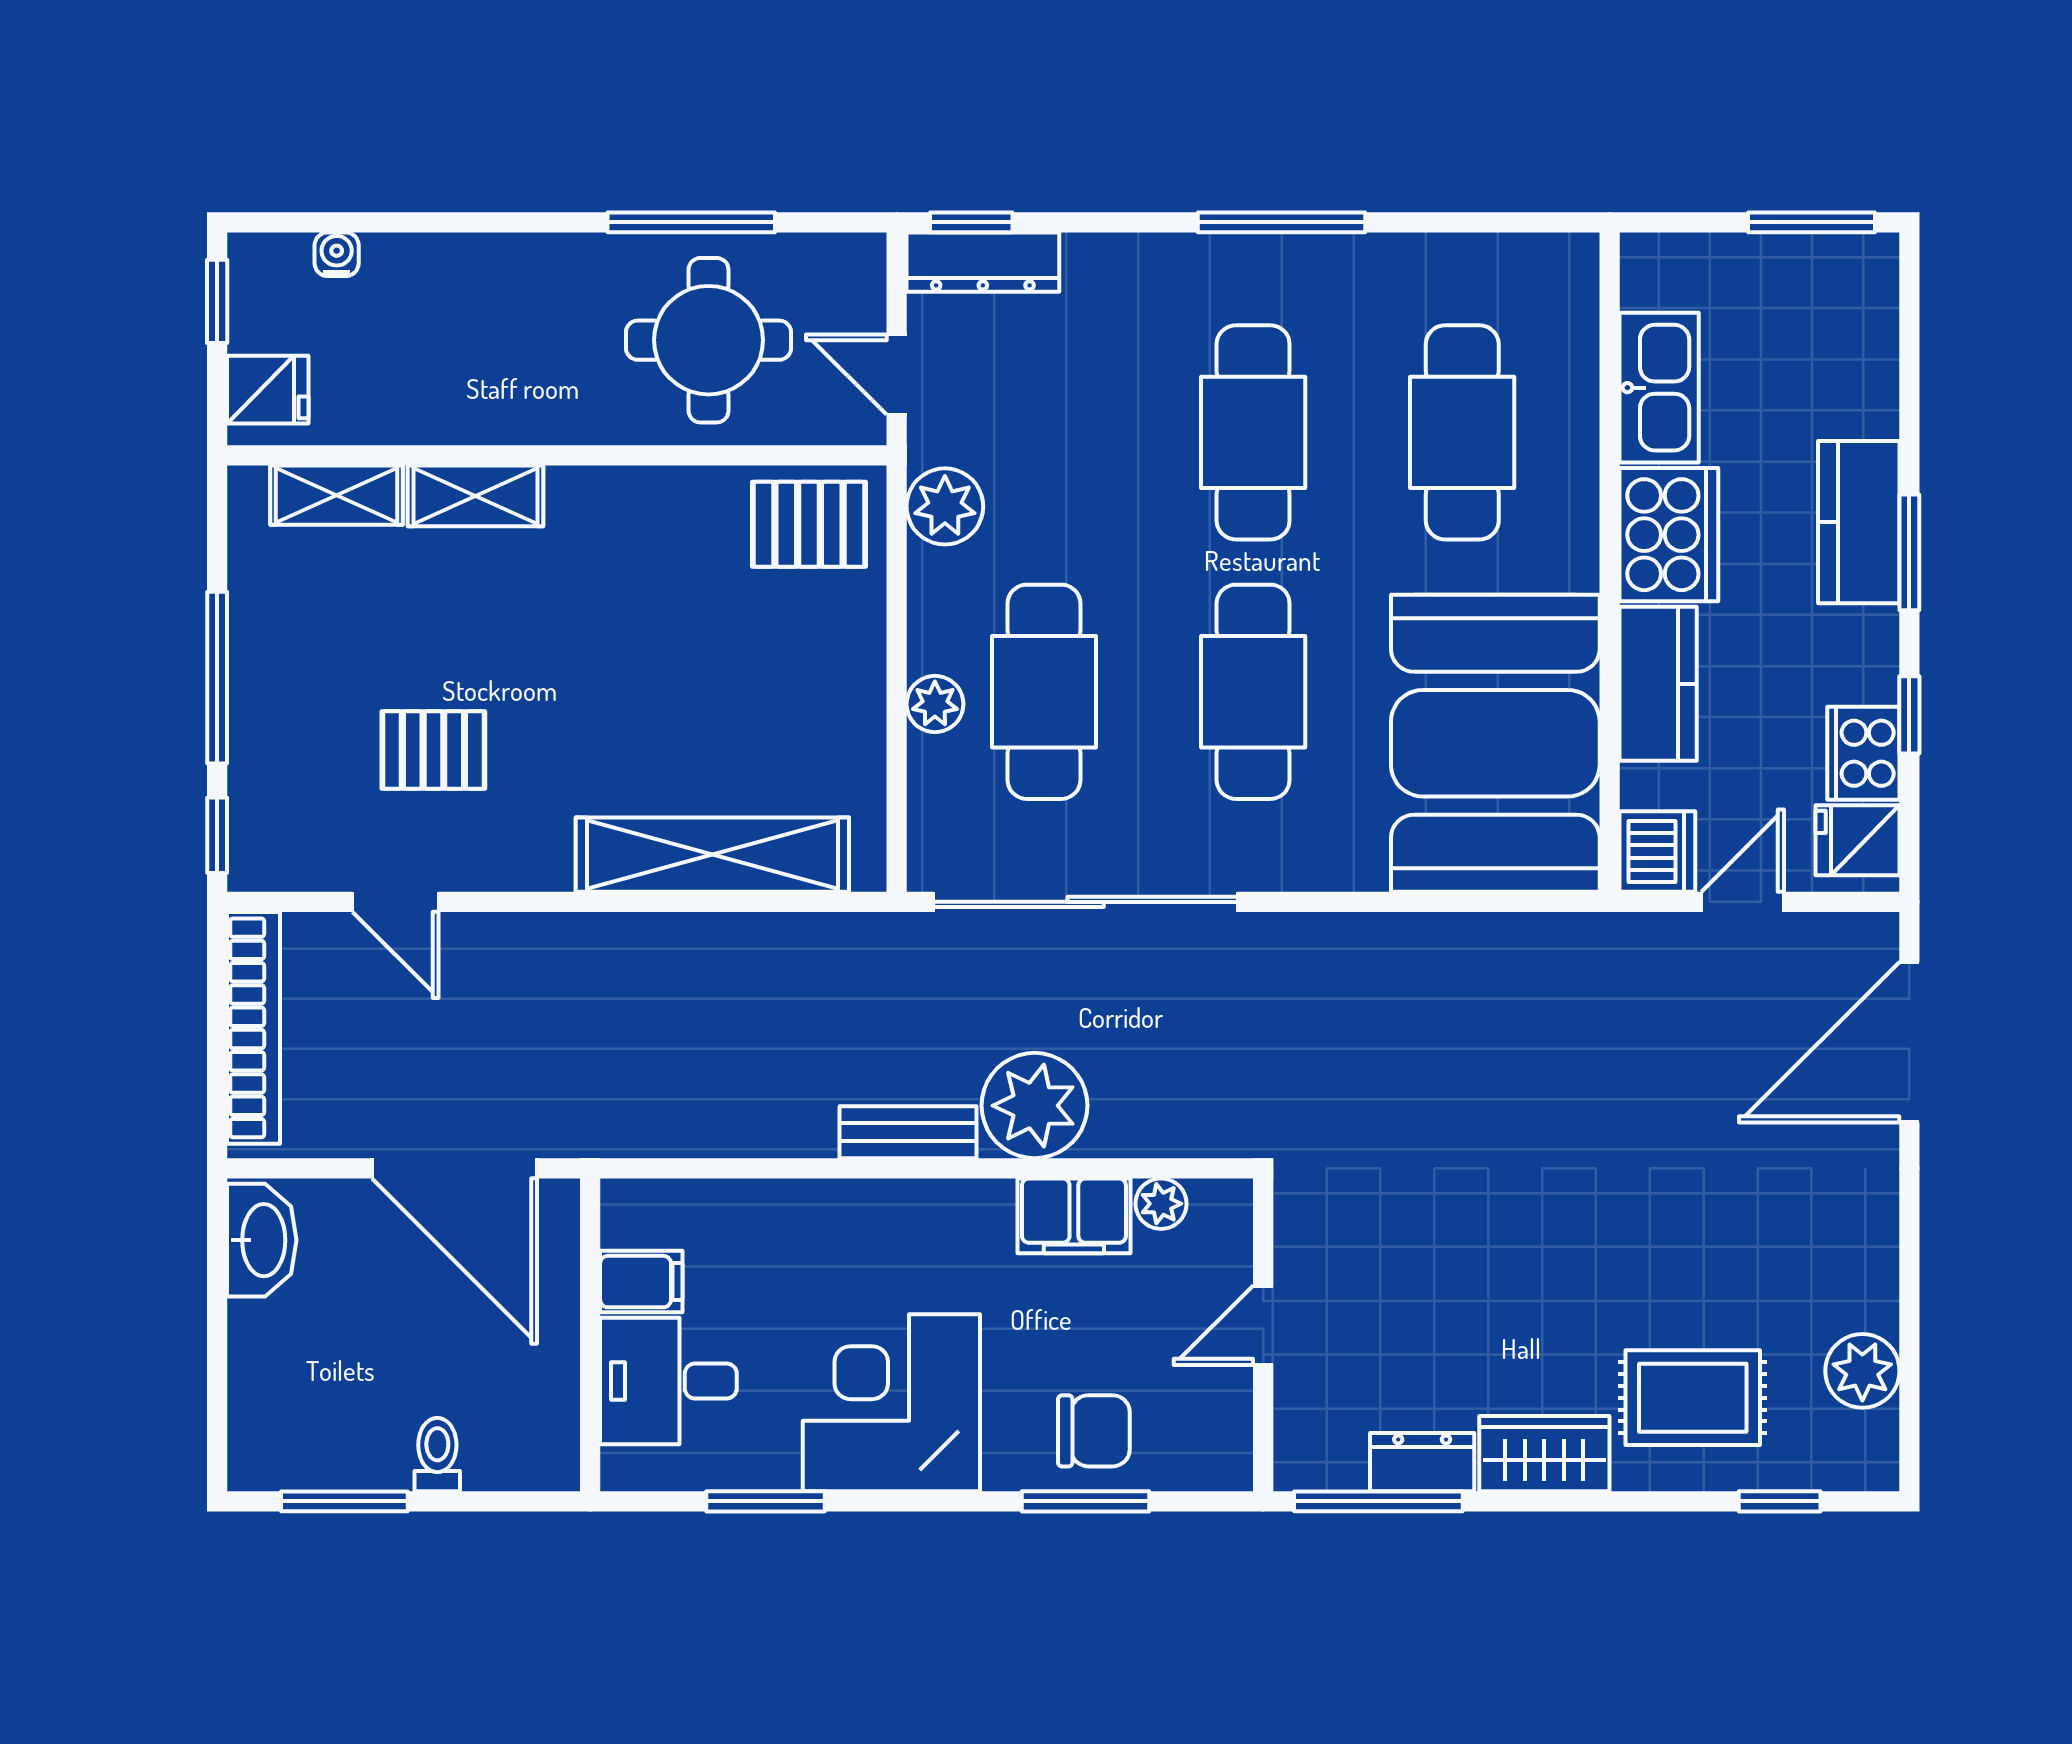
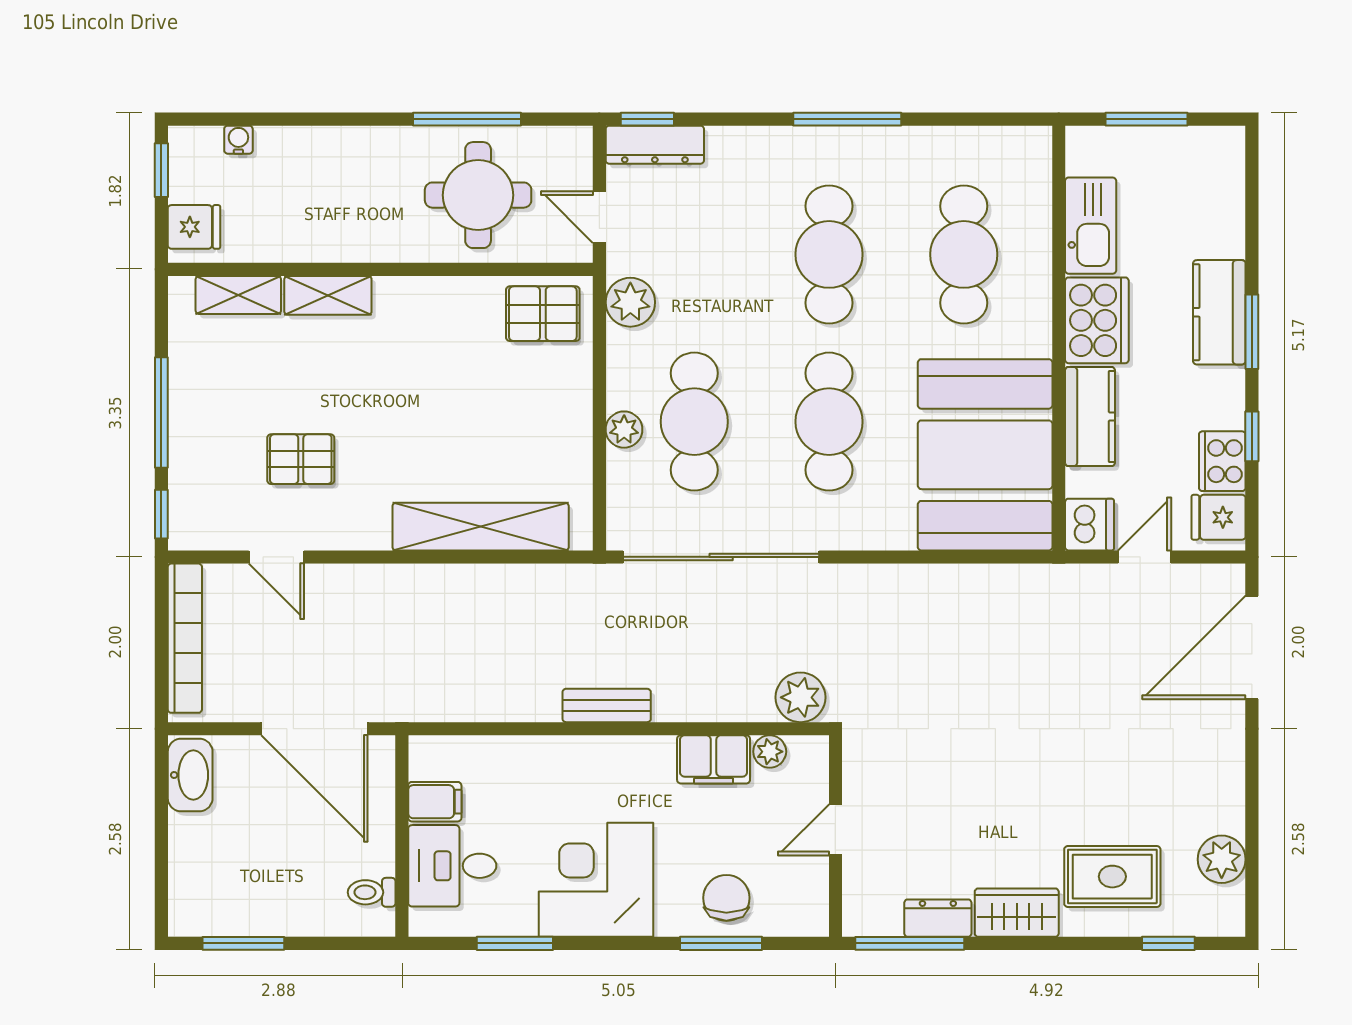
window: (1812, 222) -> (1146, 119), moved
plant: (1035, 1106) -> (801, 697), moved, width x0.73, depth x0.73
chair: (1094, 1431) -> (726, 898), turned -90
toilet: (437, 1455) -> (372, 892), moved, turned -90

